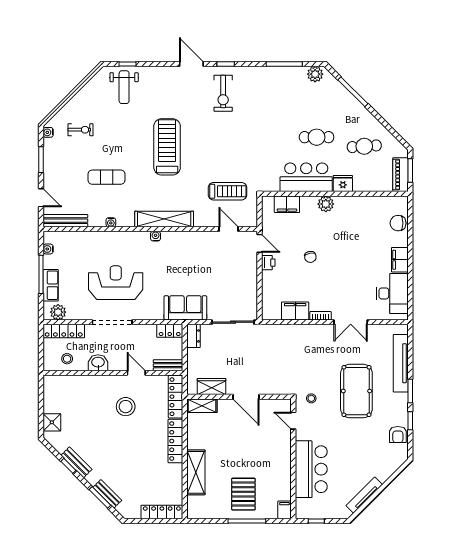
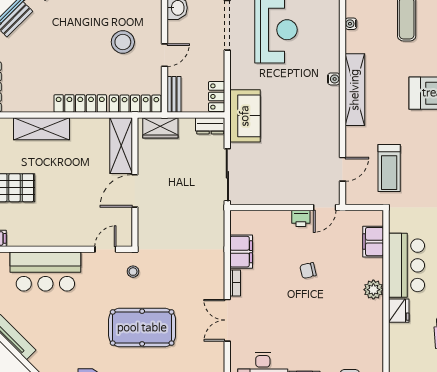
wardrobe: (212, 387) -> (160, 128), moved, turned 90
shelving: (202, 406) -> (121, 146), width x1.50, depth x1.33

